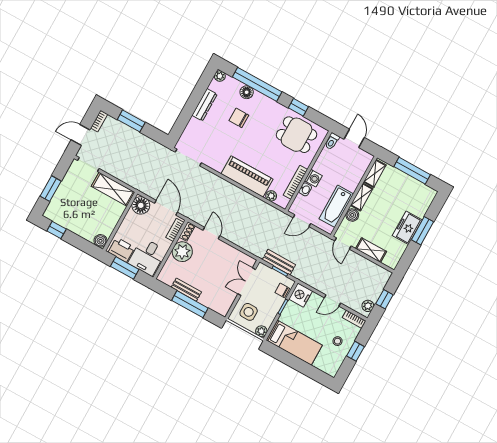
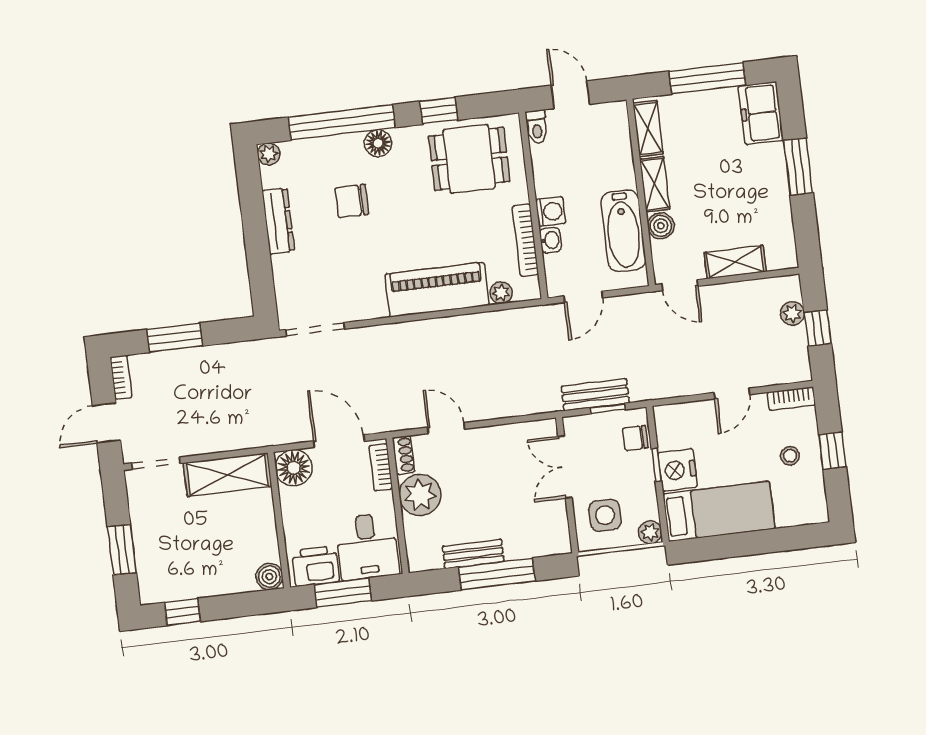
floor lamp: (247, 92) -> (378, 143), moved
freezer: (407, 228) -> (761, 113), moved
nightstand: (301, 295) -> (678, 470), moved
plant: (368, 306) -> (792, 313), moved

